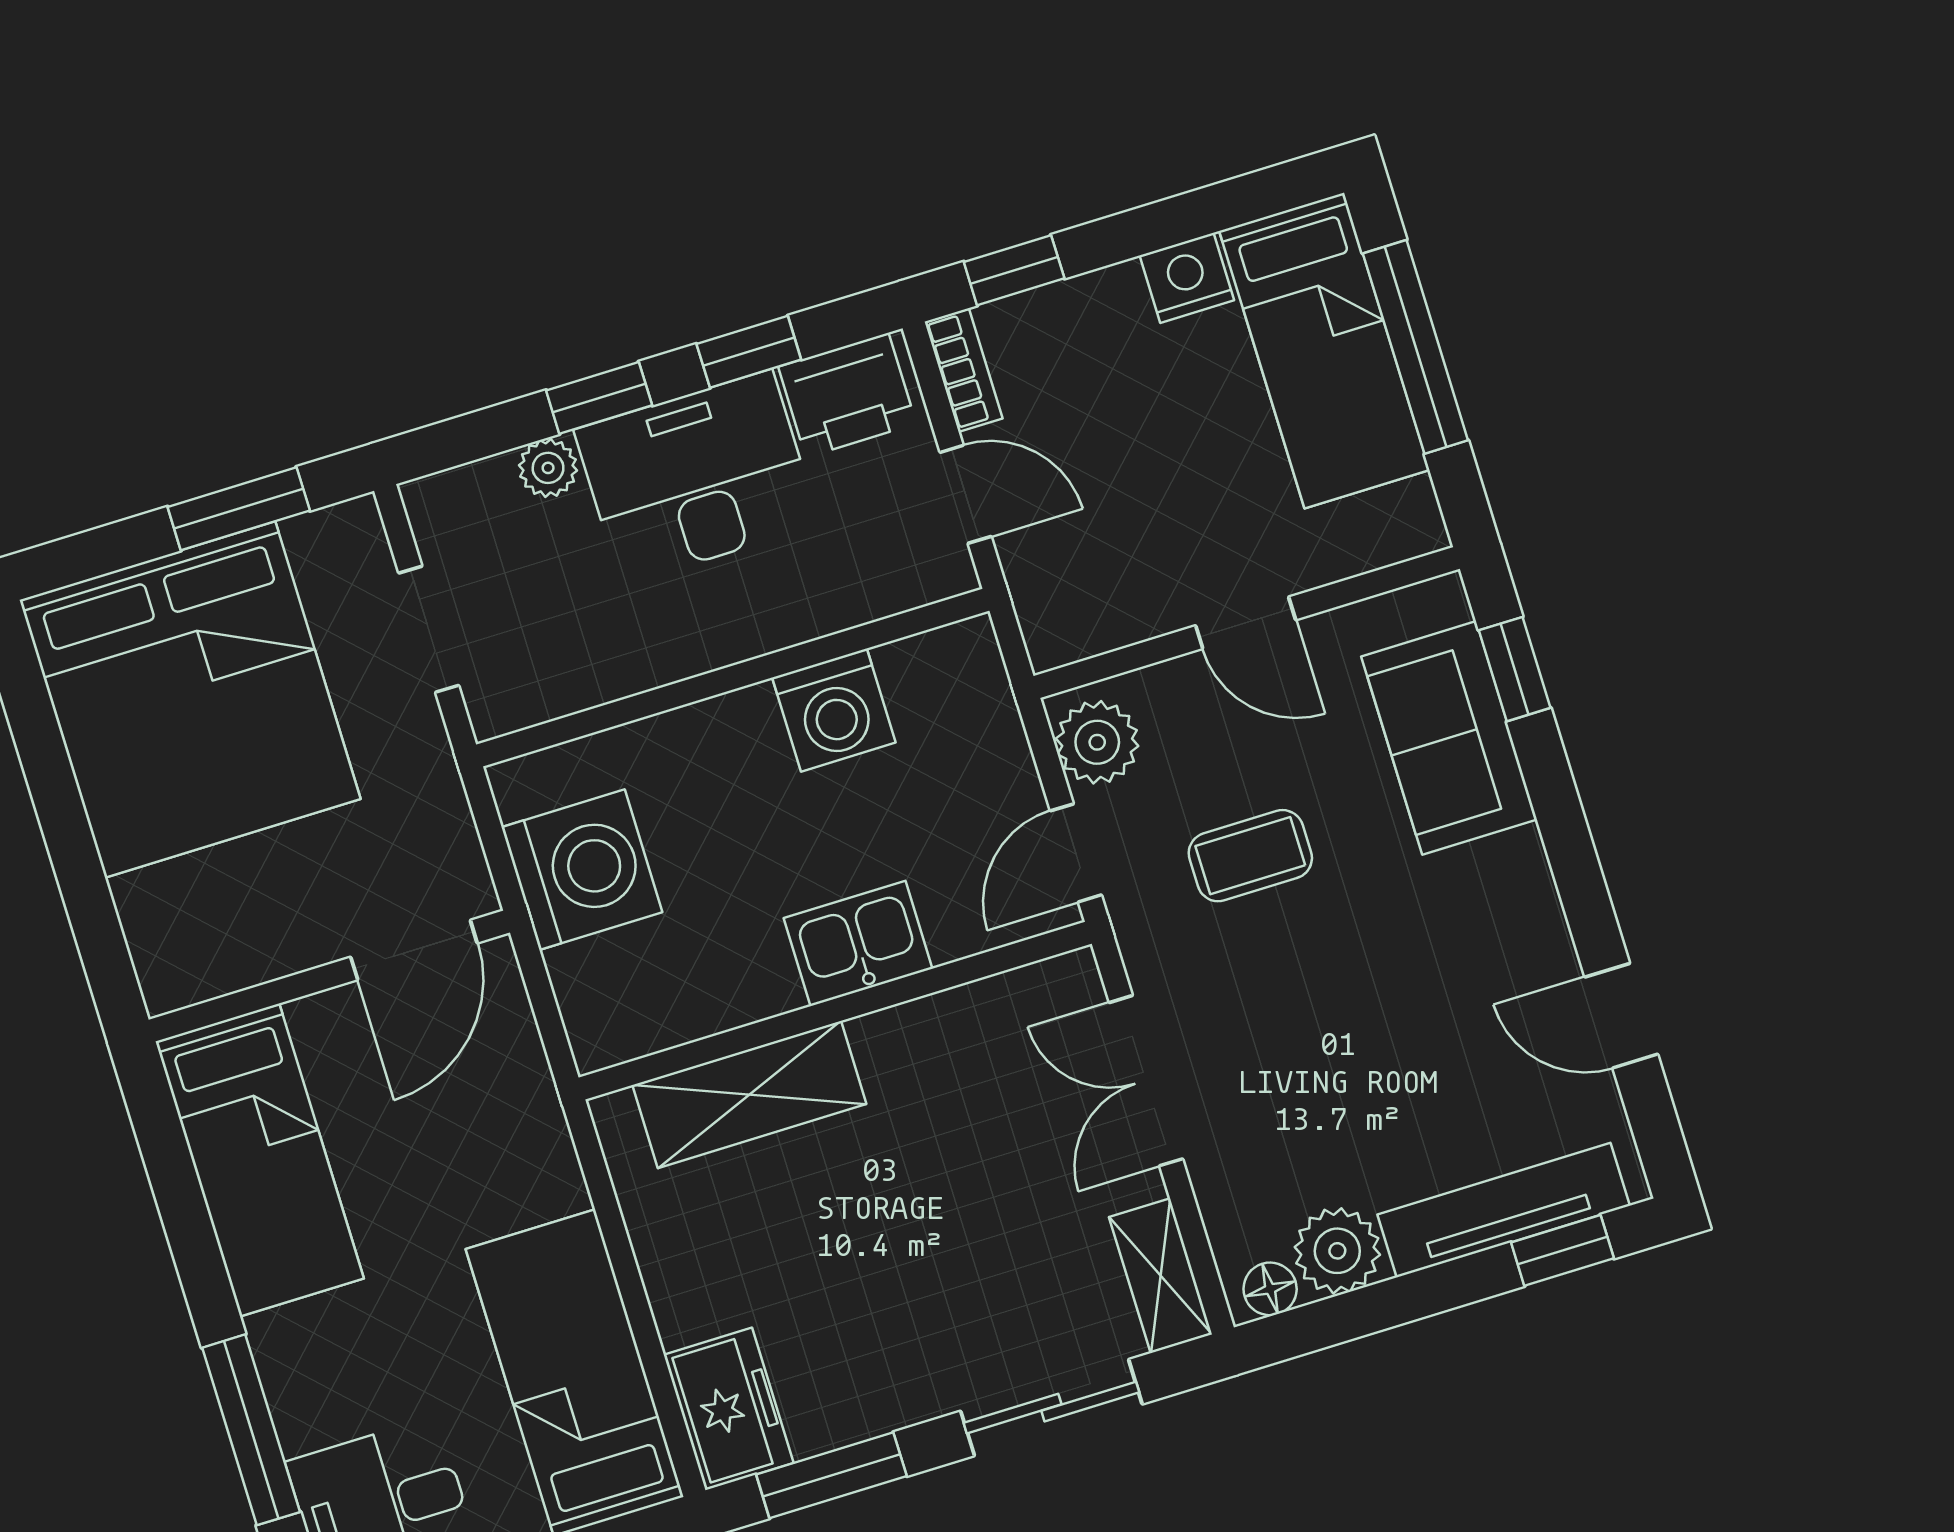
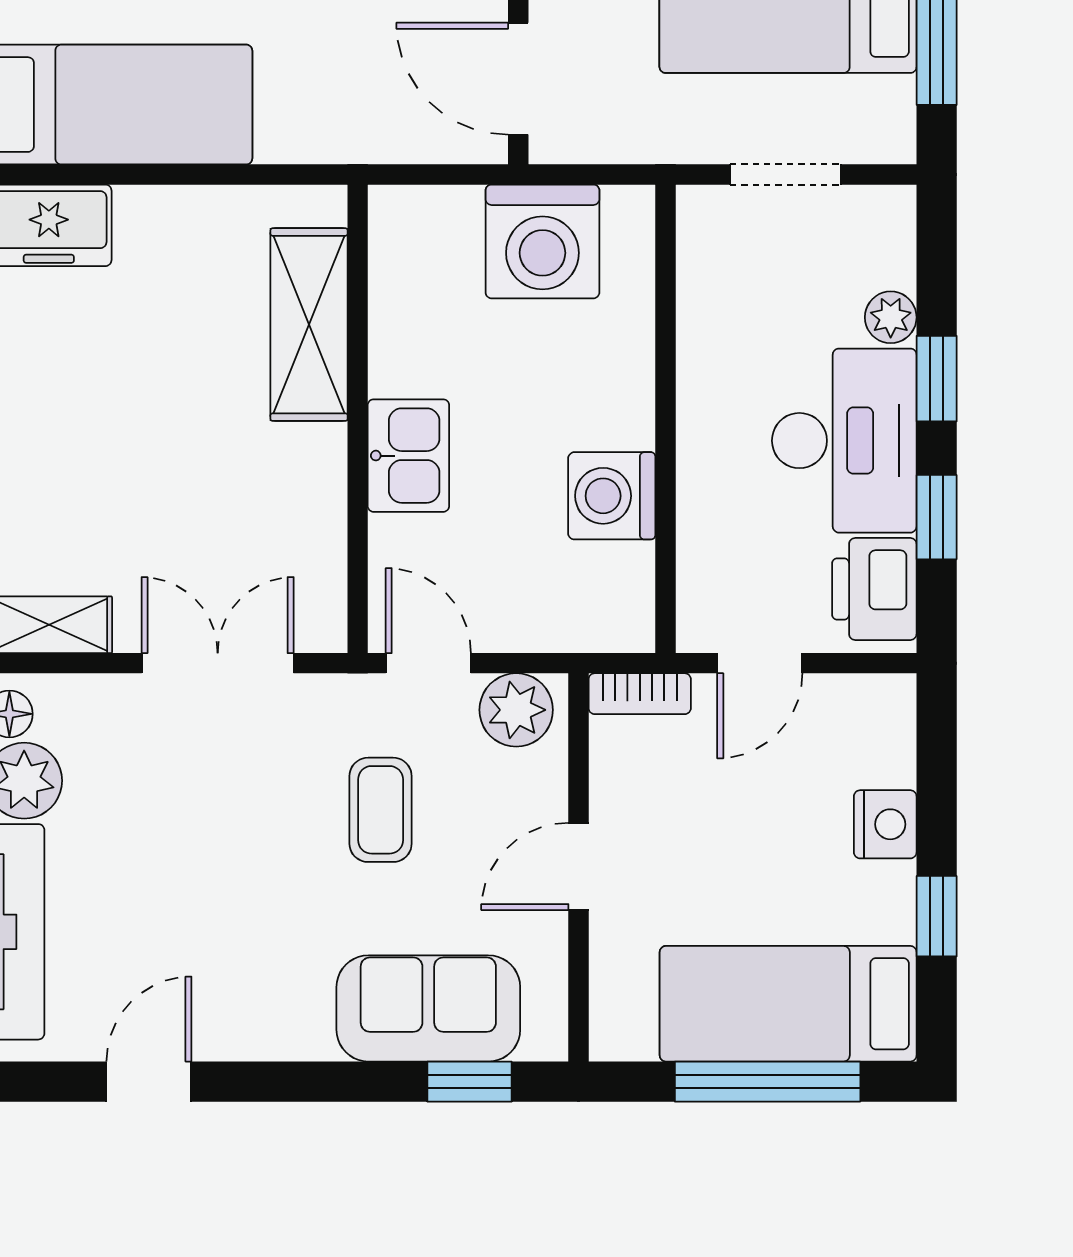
window: (1014, 270) -> (937, 916), moved
nightstand: (1187, 278) -> (885, 824), moved
bookcase: (963, 370) -> (640, 694), moved

